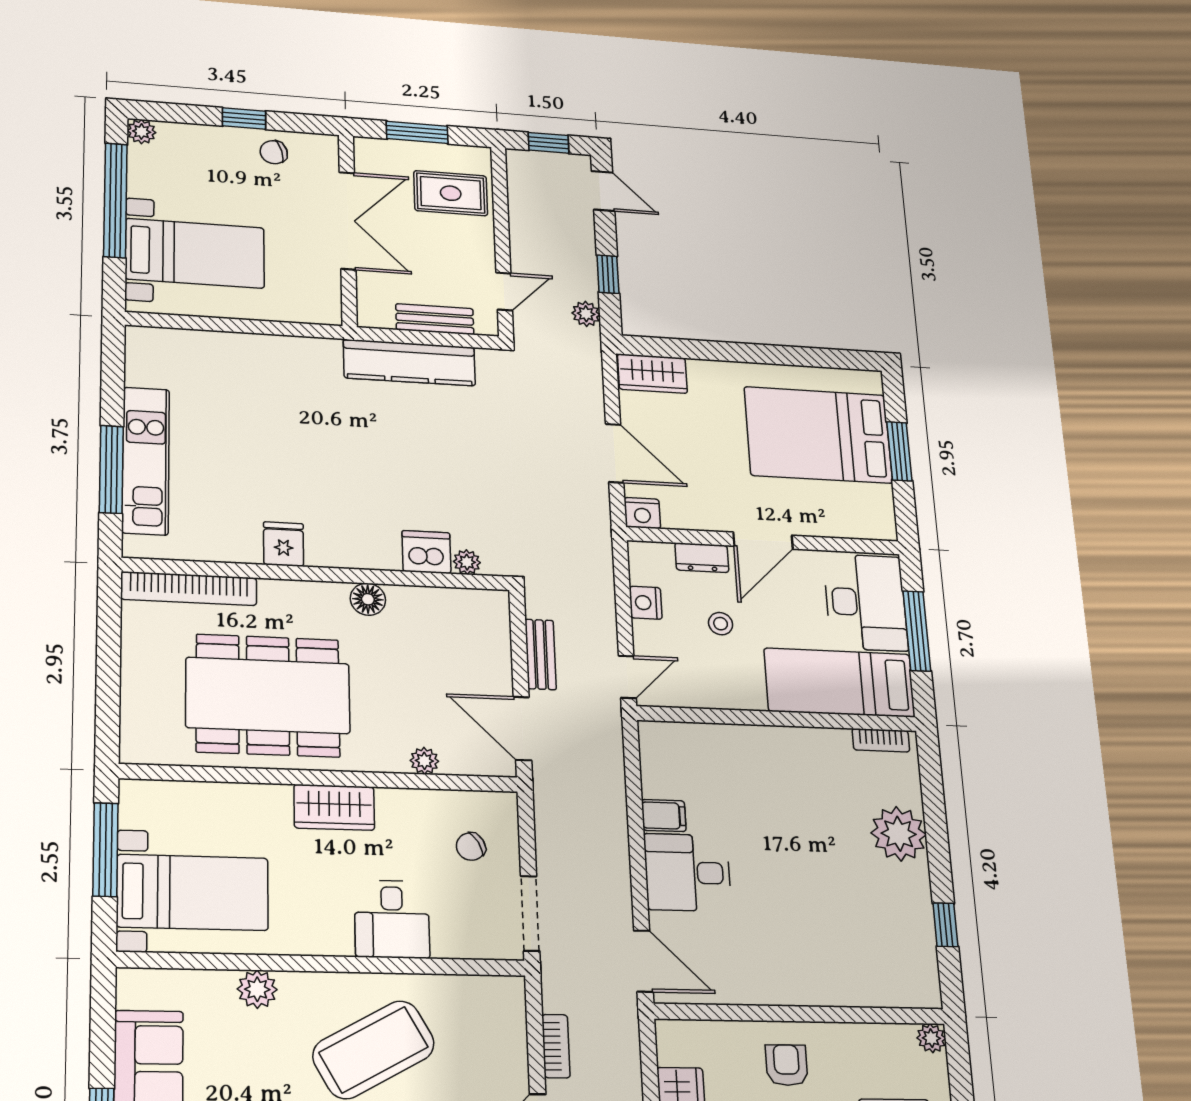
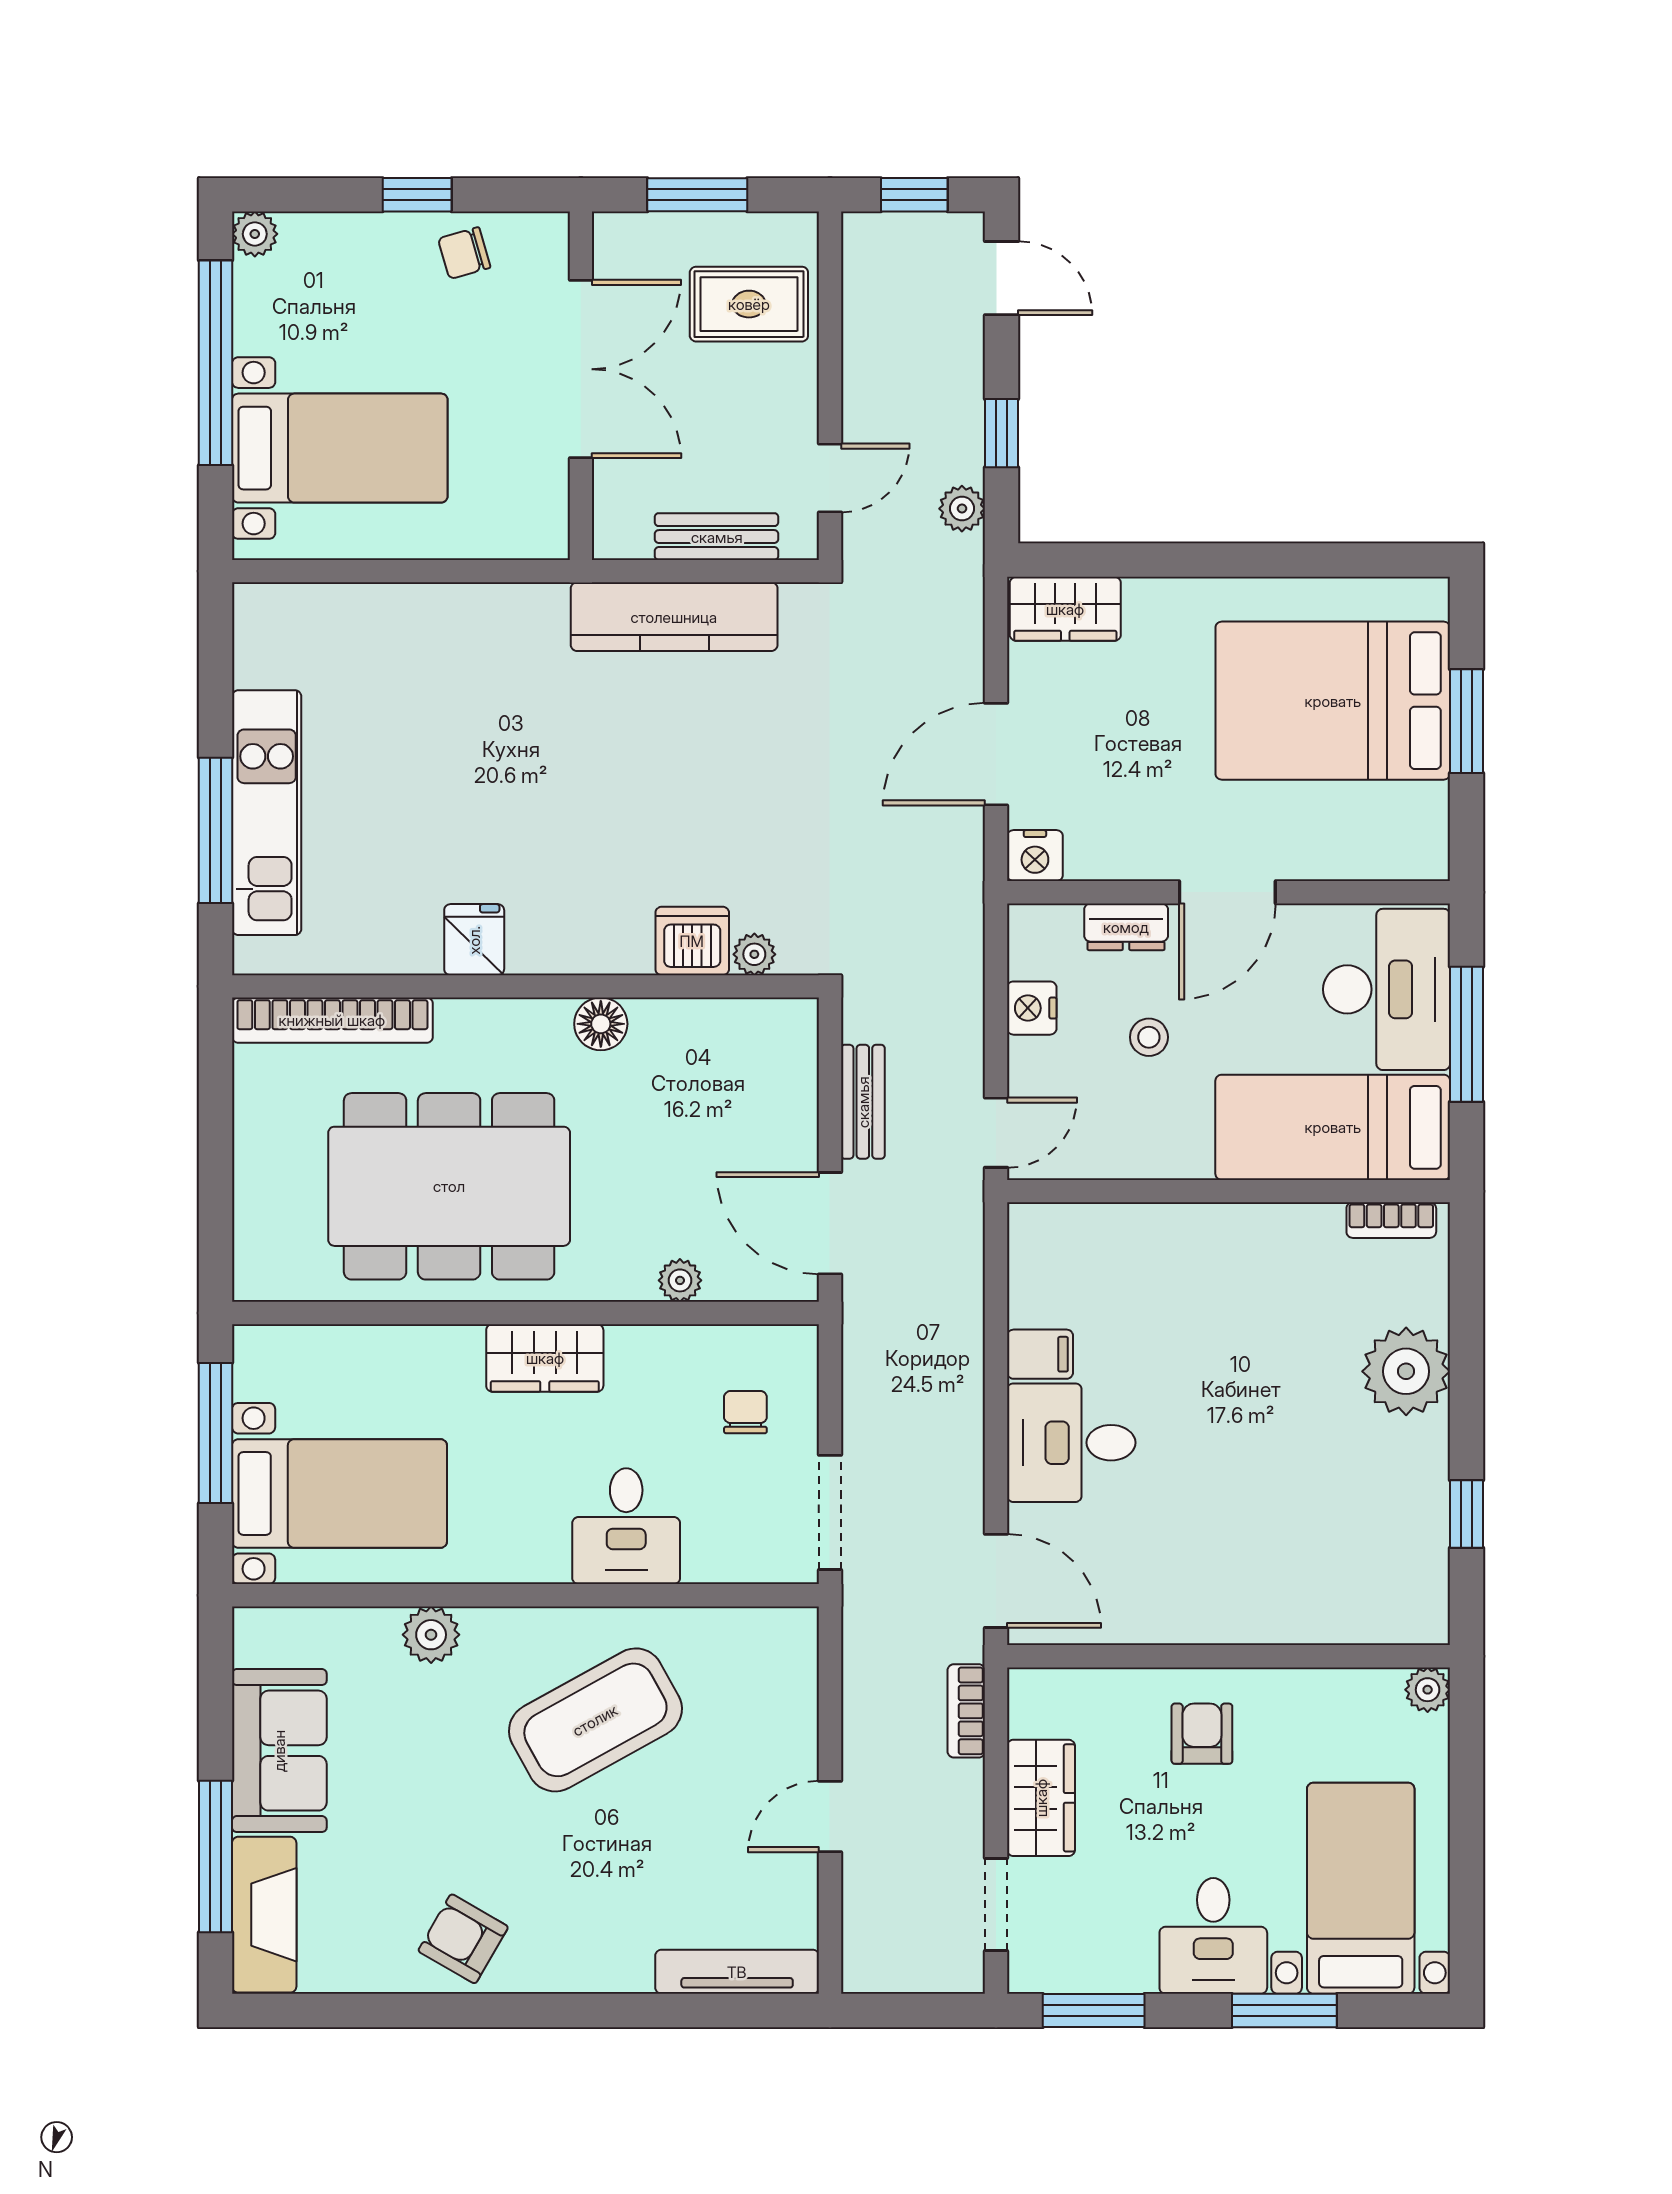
door: (615, 453) -> (996, 754), swing flipped
chair: (471, 847) -> (745, 1412), turned 120
bookcase: (556, 1046) -> (966, 1711), moved, turned 180

